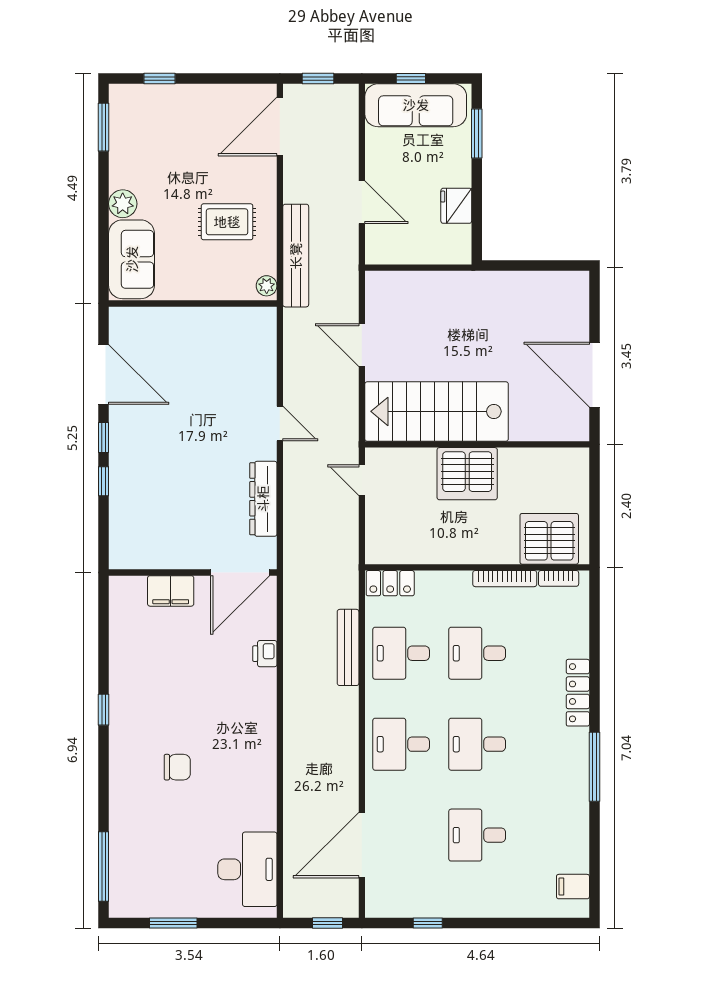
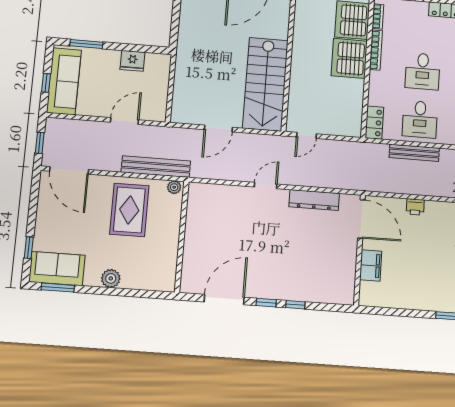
rug: (227, 222) -> (129, 210), width x1.36, depth x1.43
sofa: (132, 259) -> (57, 269), moved
server rack: (467, 474) -> (349, 58), moved, turned 180

